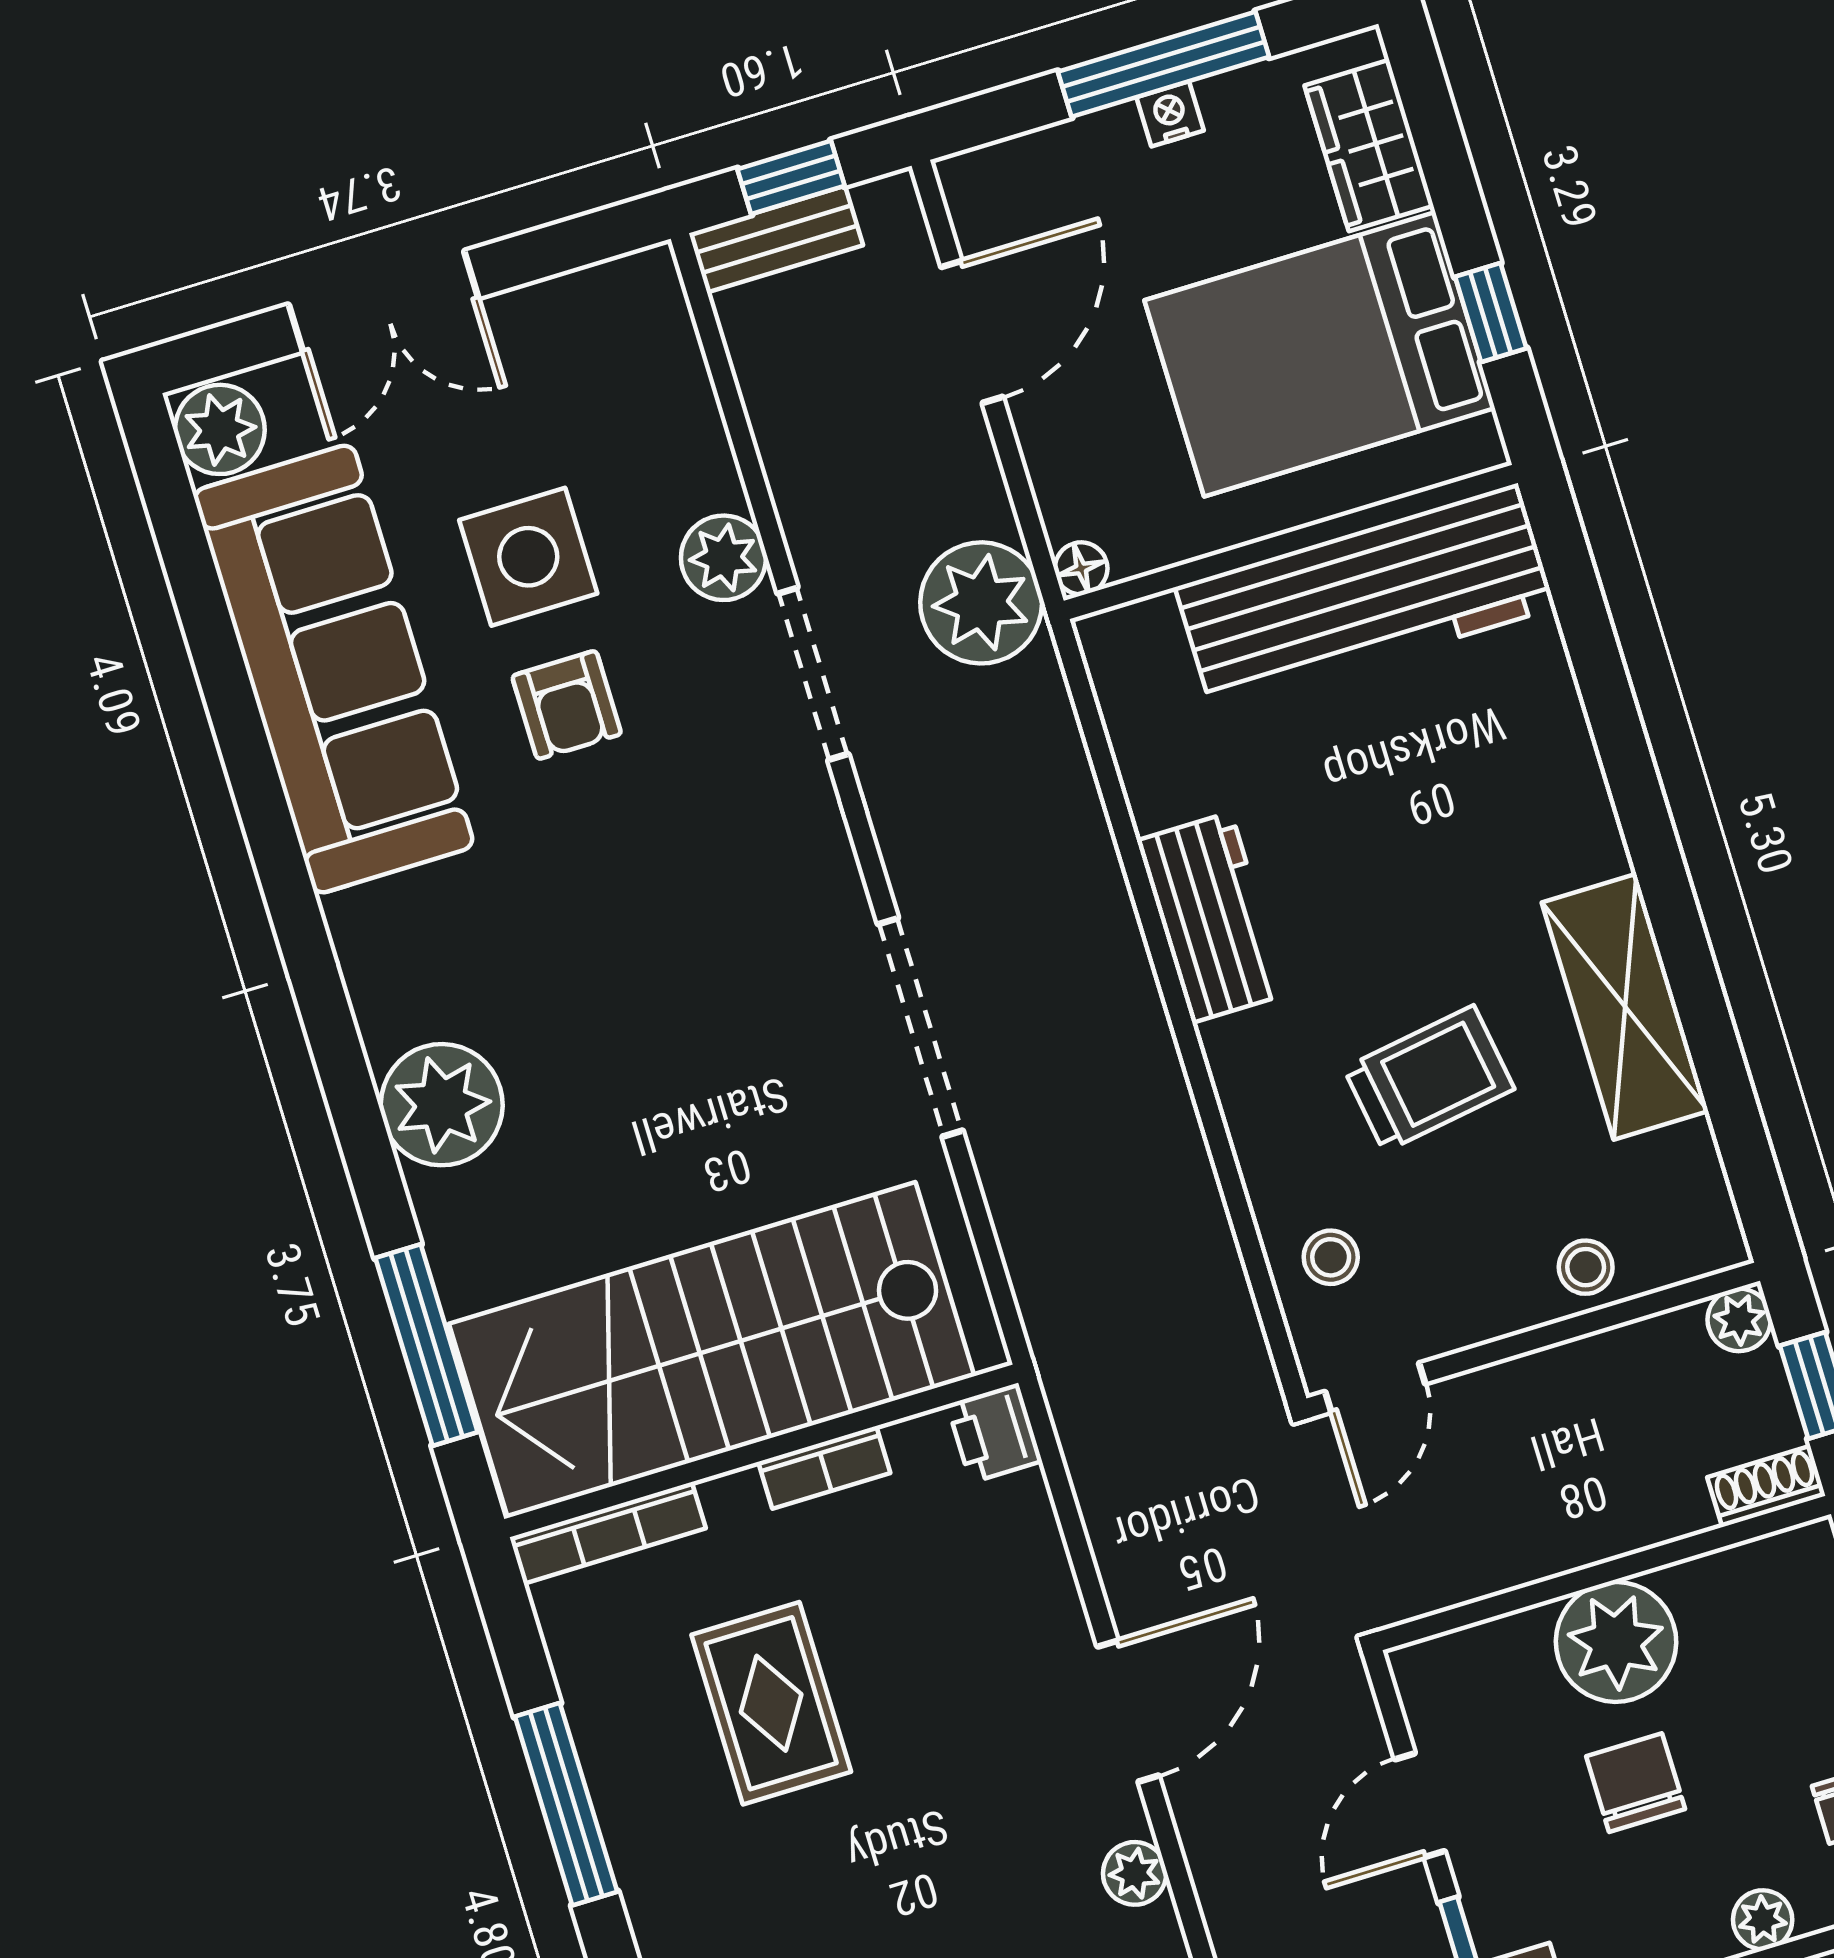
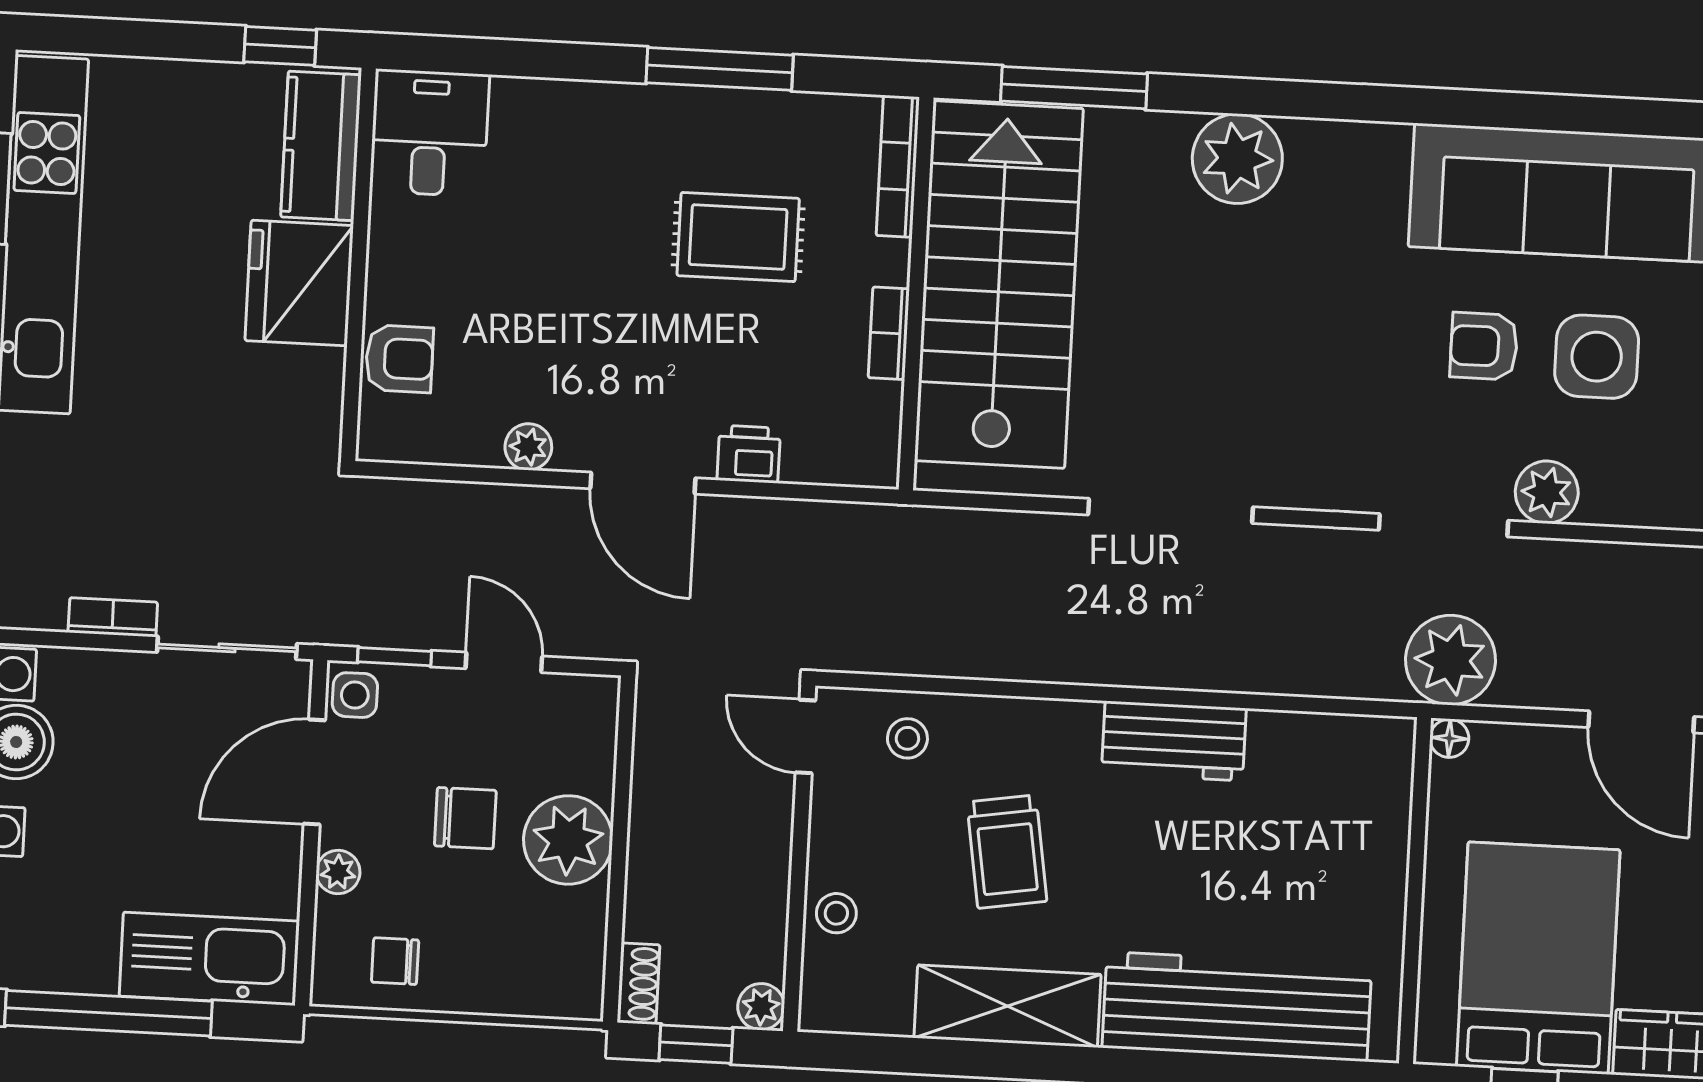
workbench: (1365, 597) -> (1237, 1007), moved, turned 90
printer: (995, 1433) -> (749, 454), moved

